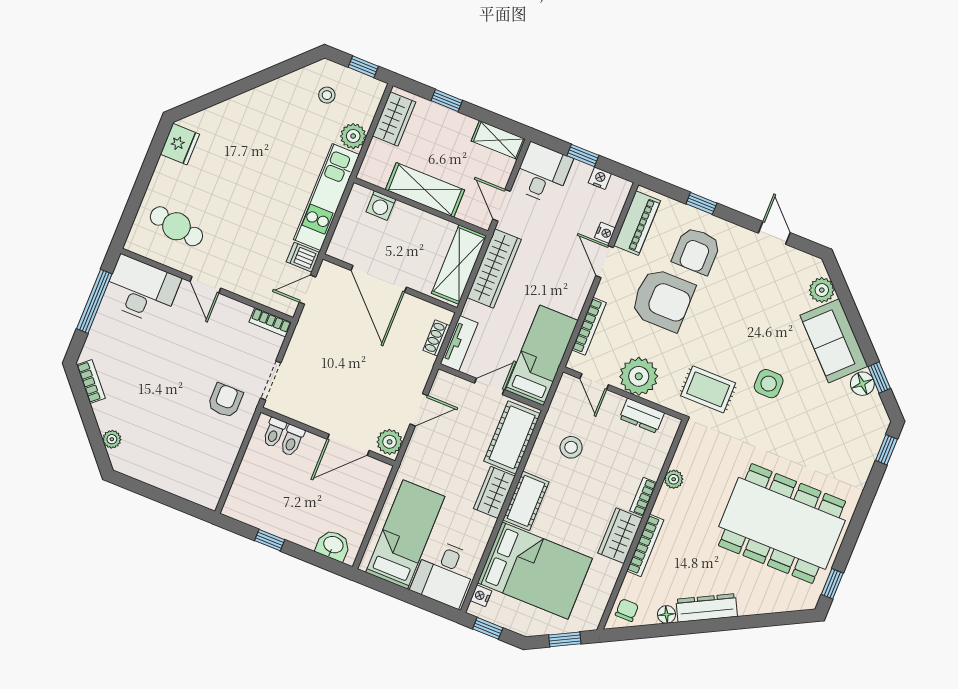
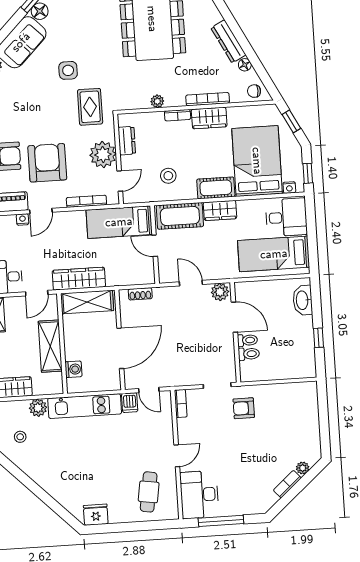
tv unit: (459, 343) -> (137, 278), removed
bookcase: (91, 382) -> (287, 484), moved
toilet: (274, 433) -> (247, 340), moved
washbasin: (333, 545) -> (303, 300), width x1.38

